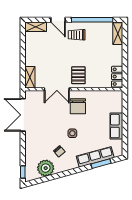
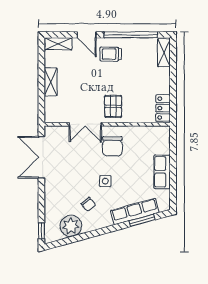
shelving: (30, 77) -> (51, 82), moved

